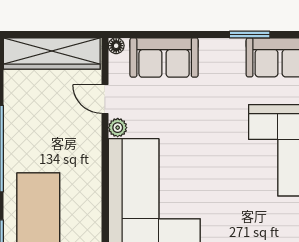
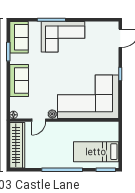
sofa: (164, 58) -> (19, 80), moved

